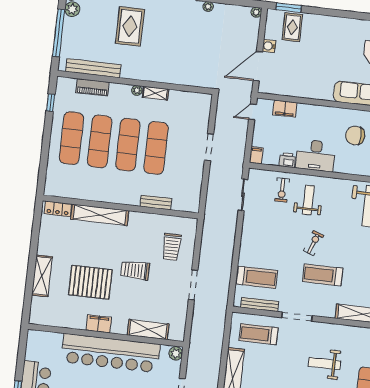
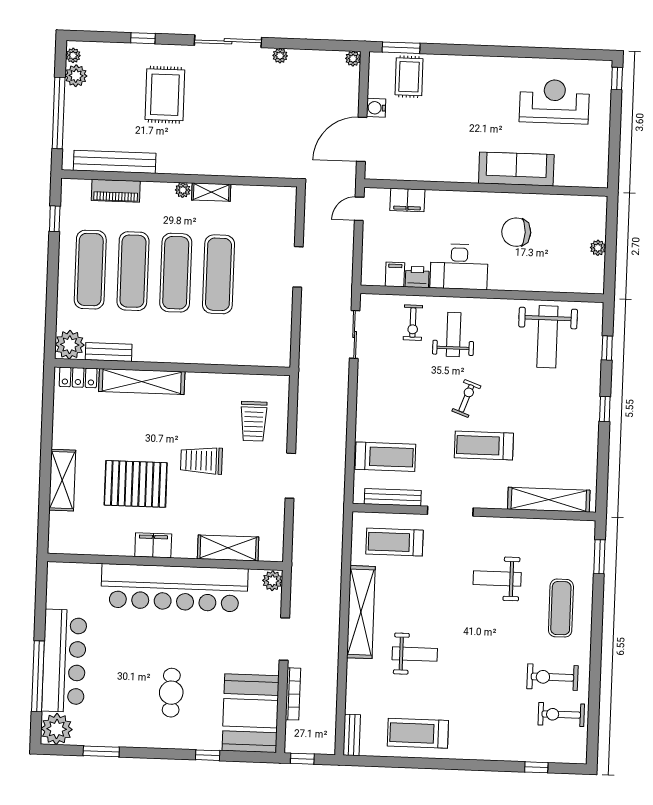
filing cabinet: (256, 155) -> (395, 274), moved
plant: (54, 187) -> (70, 345), added
bench: (156, 202) -> (109, 352), moved

